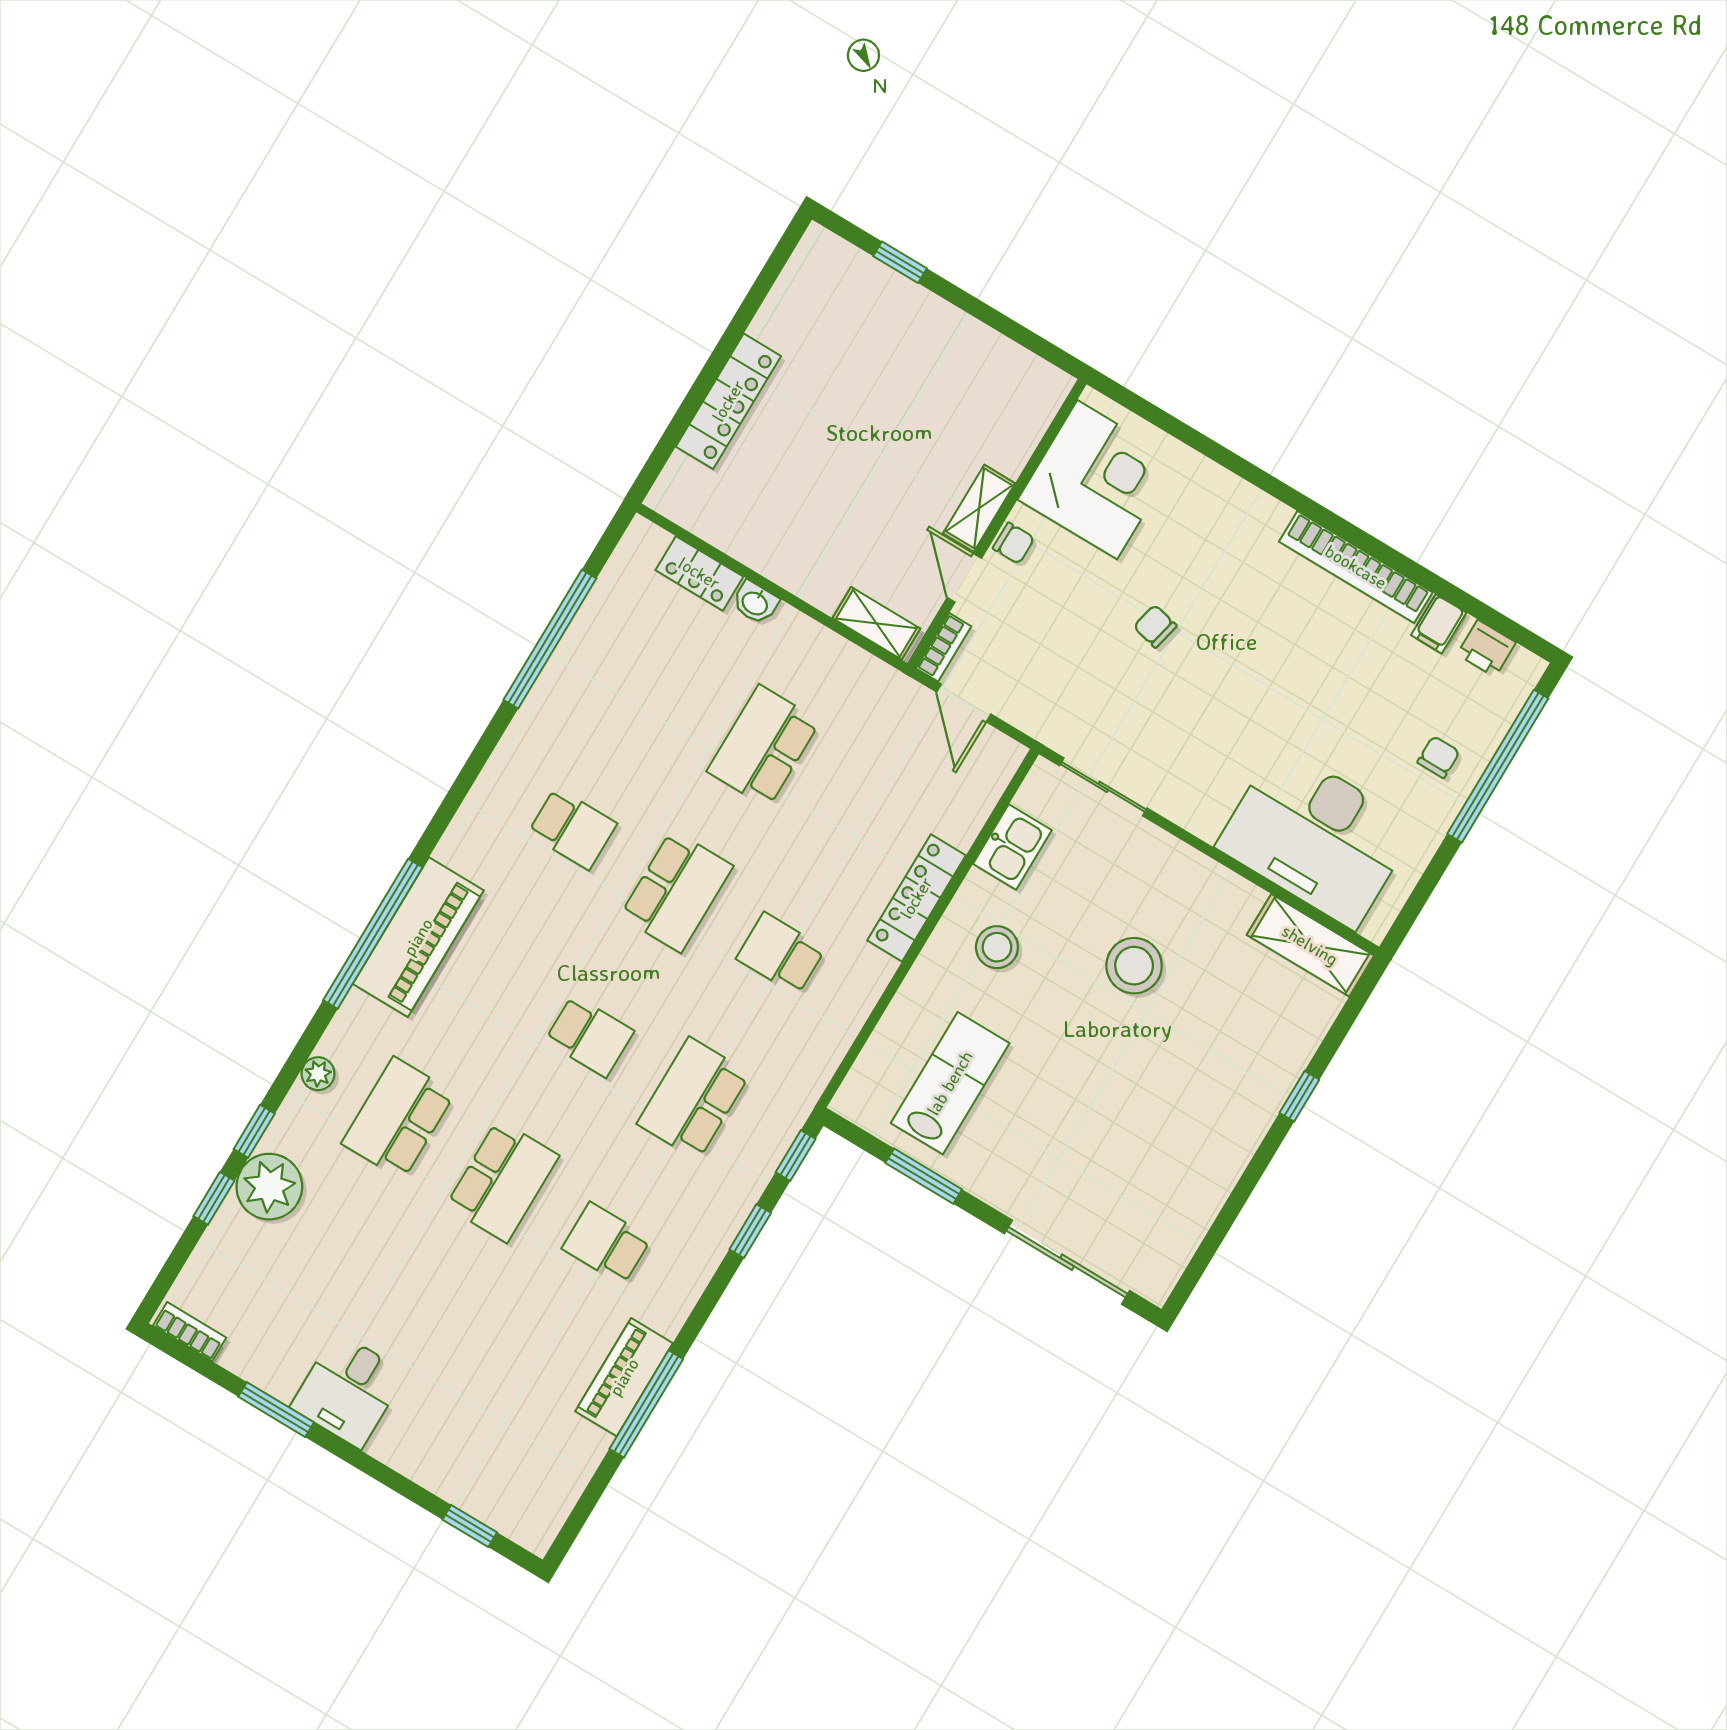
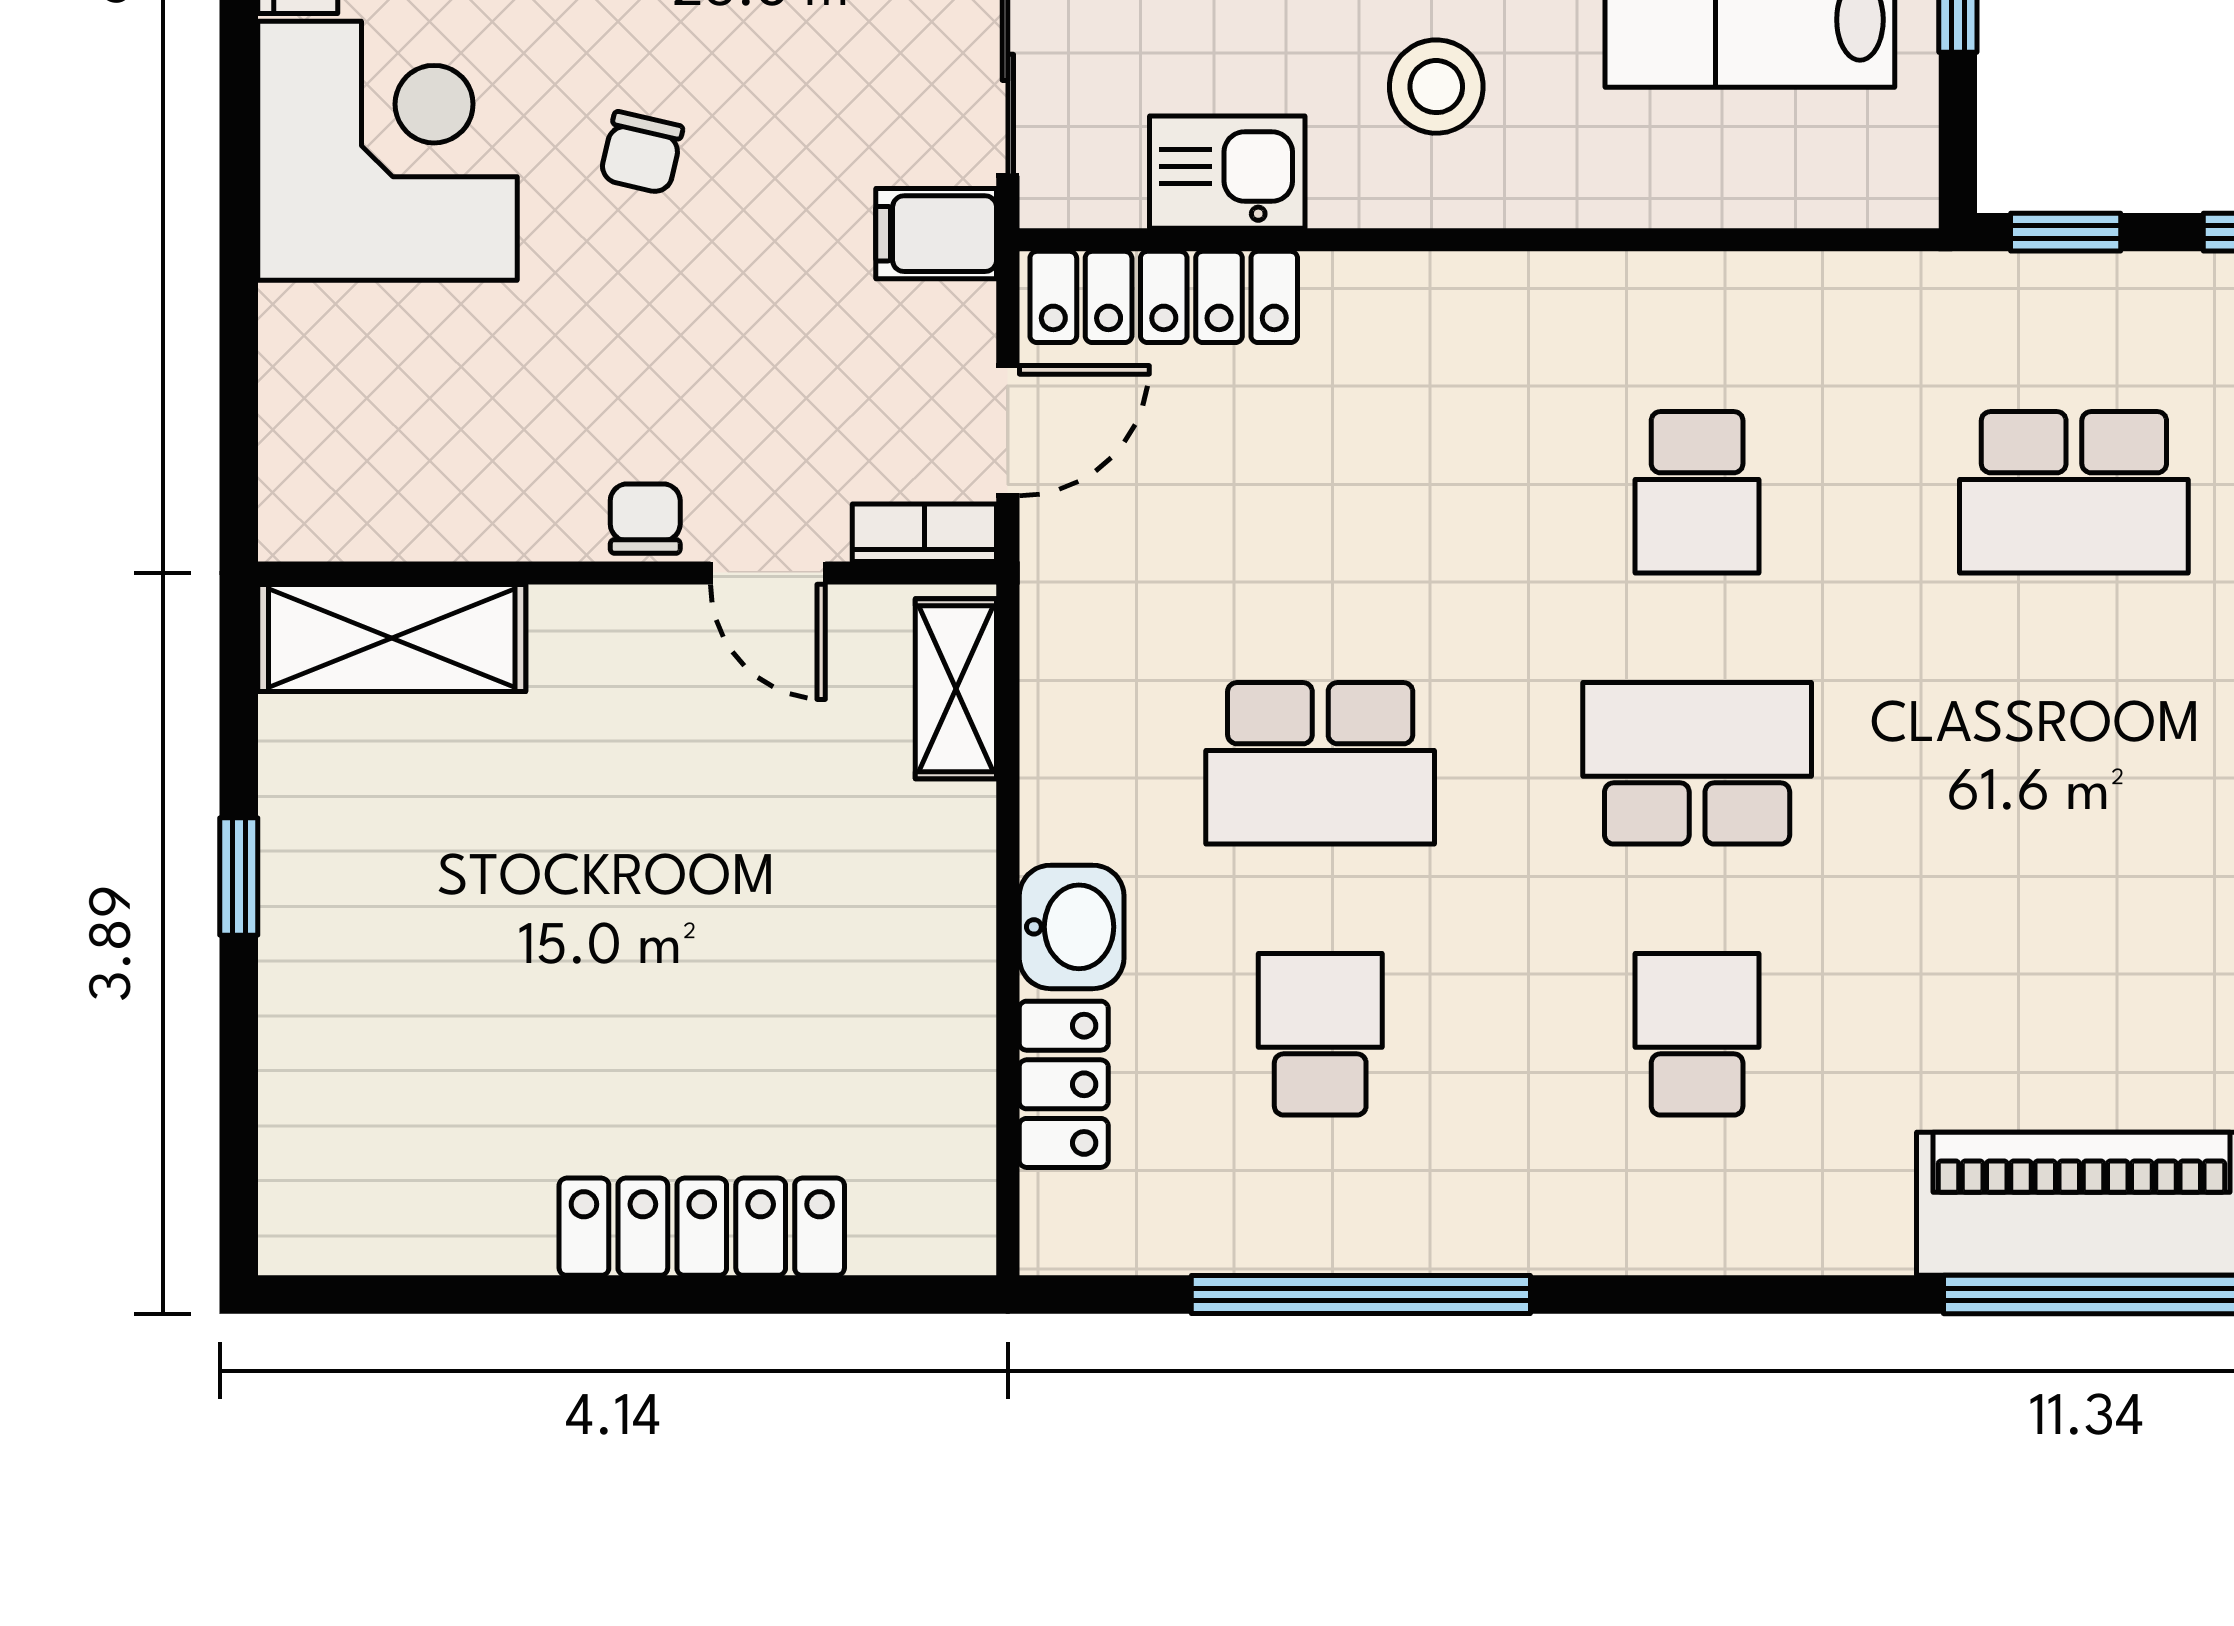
window: (900, 262) -> (239, 876), moved
corner desk: (1097, 480) -> (387, 151), moved, turned 90
shelving: (979, 508) -> (392, 638), moved, width x1.50, depth x1.33
door: (964, 578) -> (768, 573), hinge flipped
washbasin: (755, 603) -> (1072, 927), width x1.38, depth x1.45
filing cabinet: (1056, 721) -> (936, 234), added
locker: (916, 898) -> (1164, 297), moved
school desk: (589, 1036) -> (1320, 1034), moved

